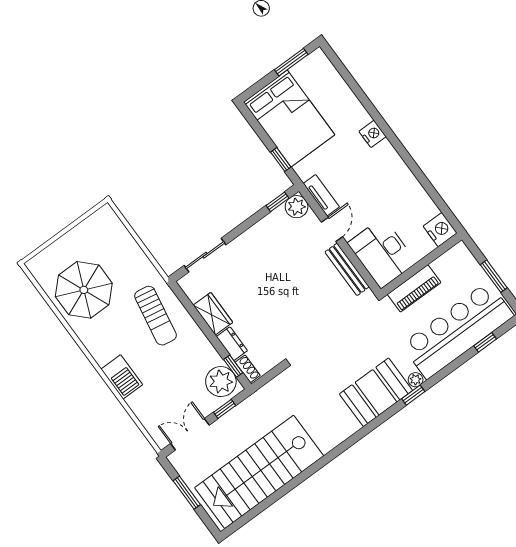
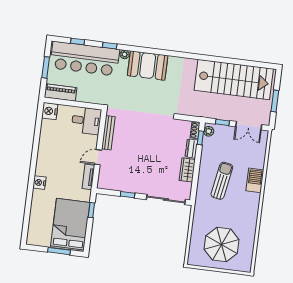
window: (291, 62) -> (59, 251), moved
window: (277, 202) -> (128, 195), moved
plant: (297, 207) -> (104, 182), removed
desk: (382, 253) -> (86, 121), width x0.73
sliding door: (205, 255) -> (166, 200), width x1.37
piano: (414, 288) -> (61, 93), moved
parasol: (84, 290) -> (222, 245), moved
sun lounger: (155, 316) -> (222, 181), moved
plant: (221, 382) -> (209, 131), width x0.53, depth x0.53
window: (413, 395) -> (110, 46), moved

